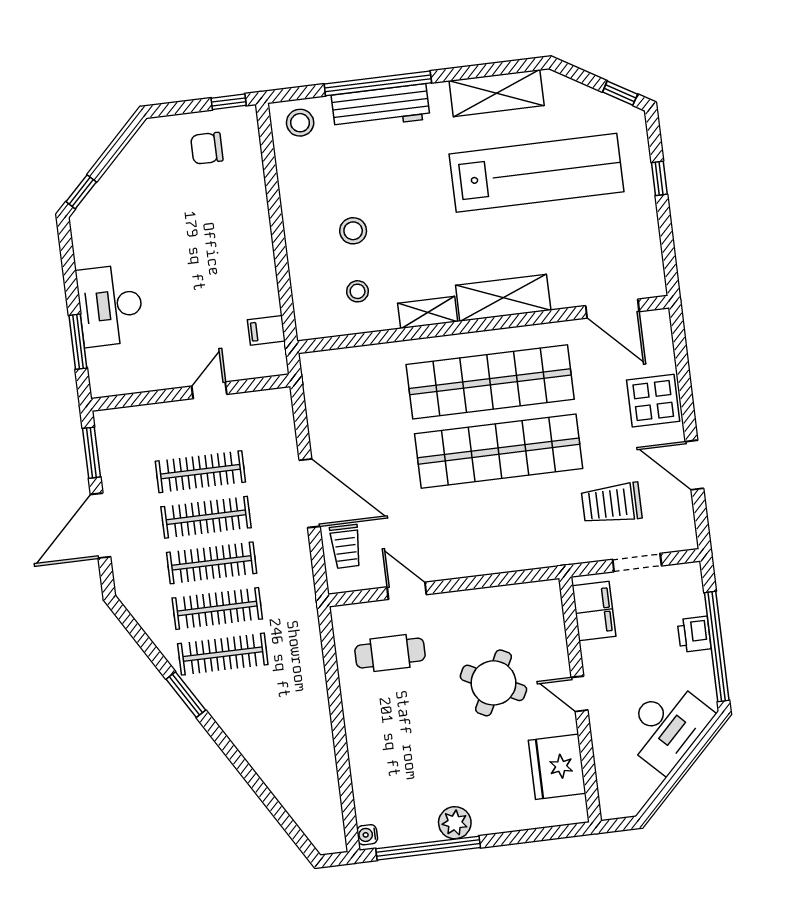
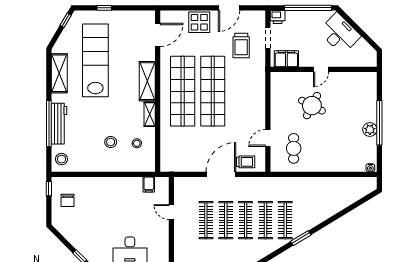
printer: (694, 634) -> (278, 17), moved
fridge: (557, 767) -> (351, 83), removed
window: (428, 848) -> (379, 123), moved

